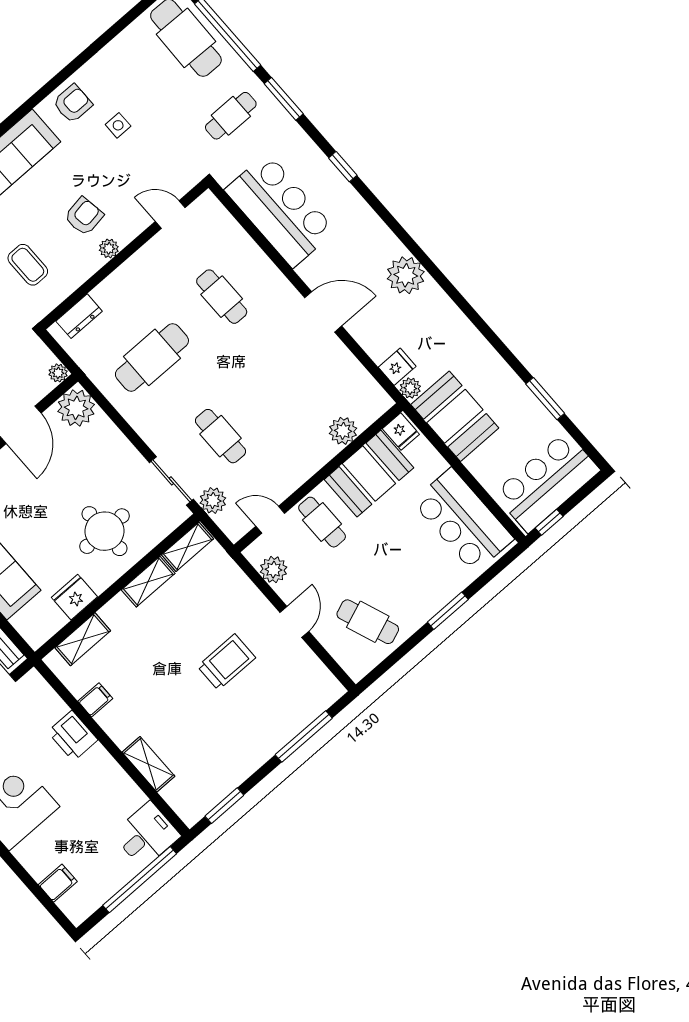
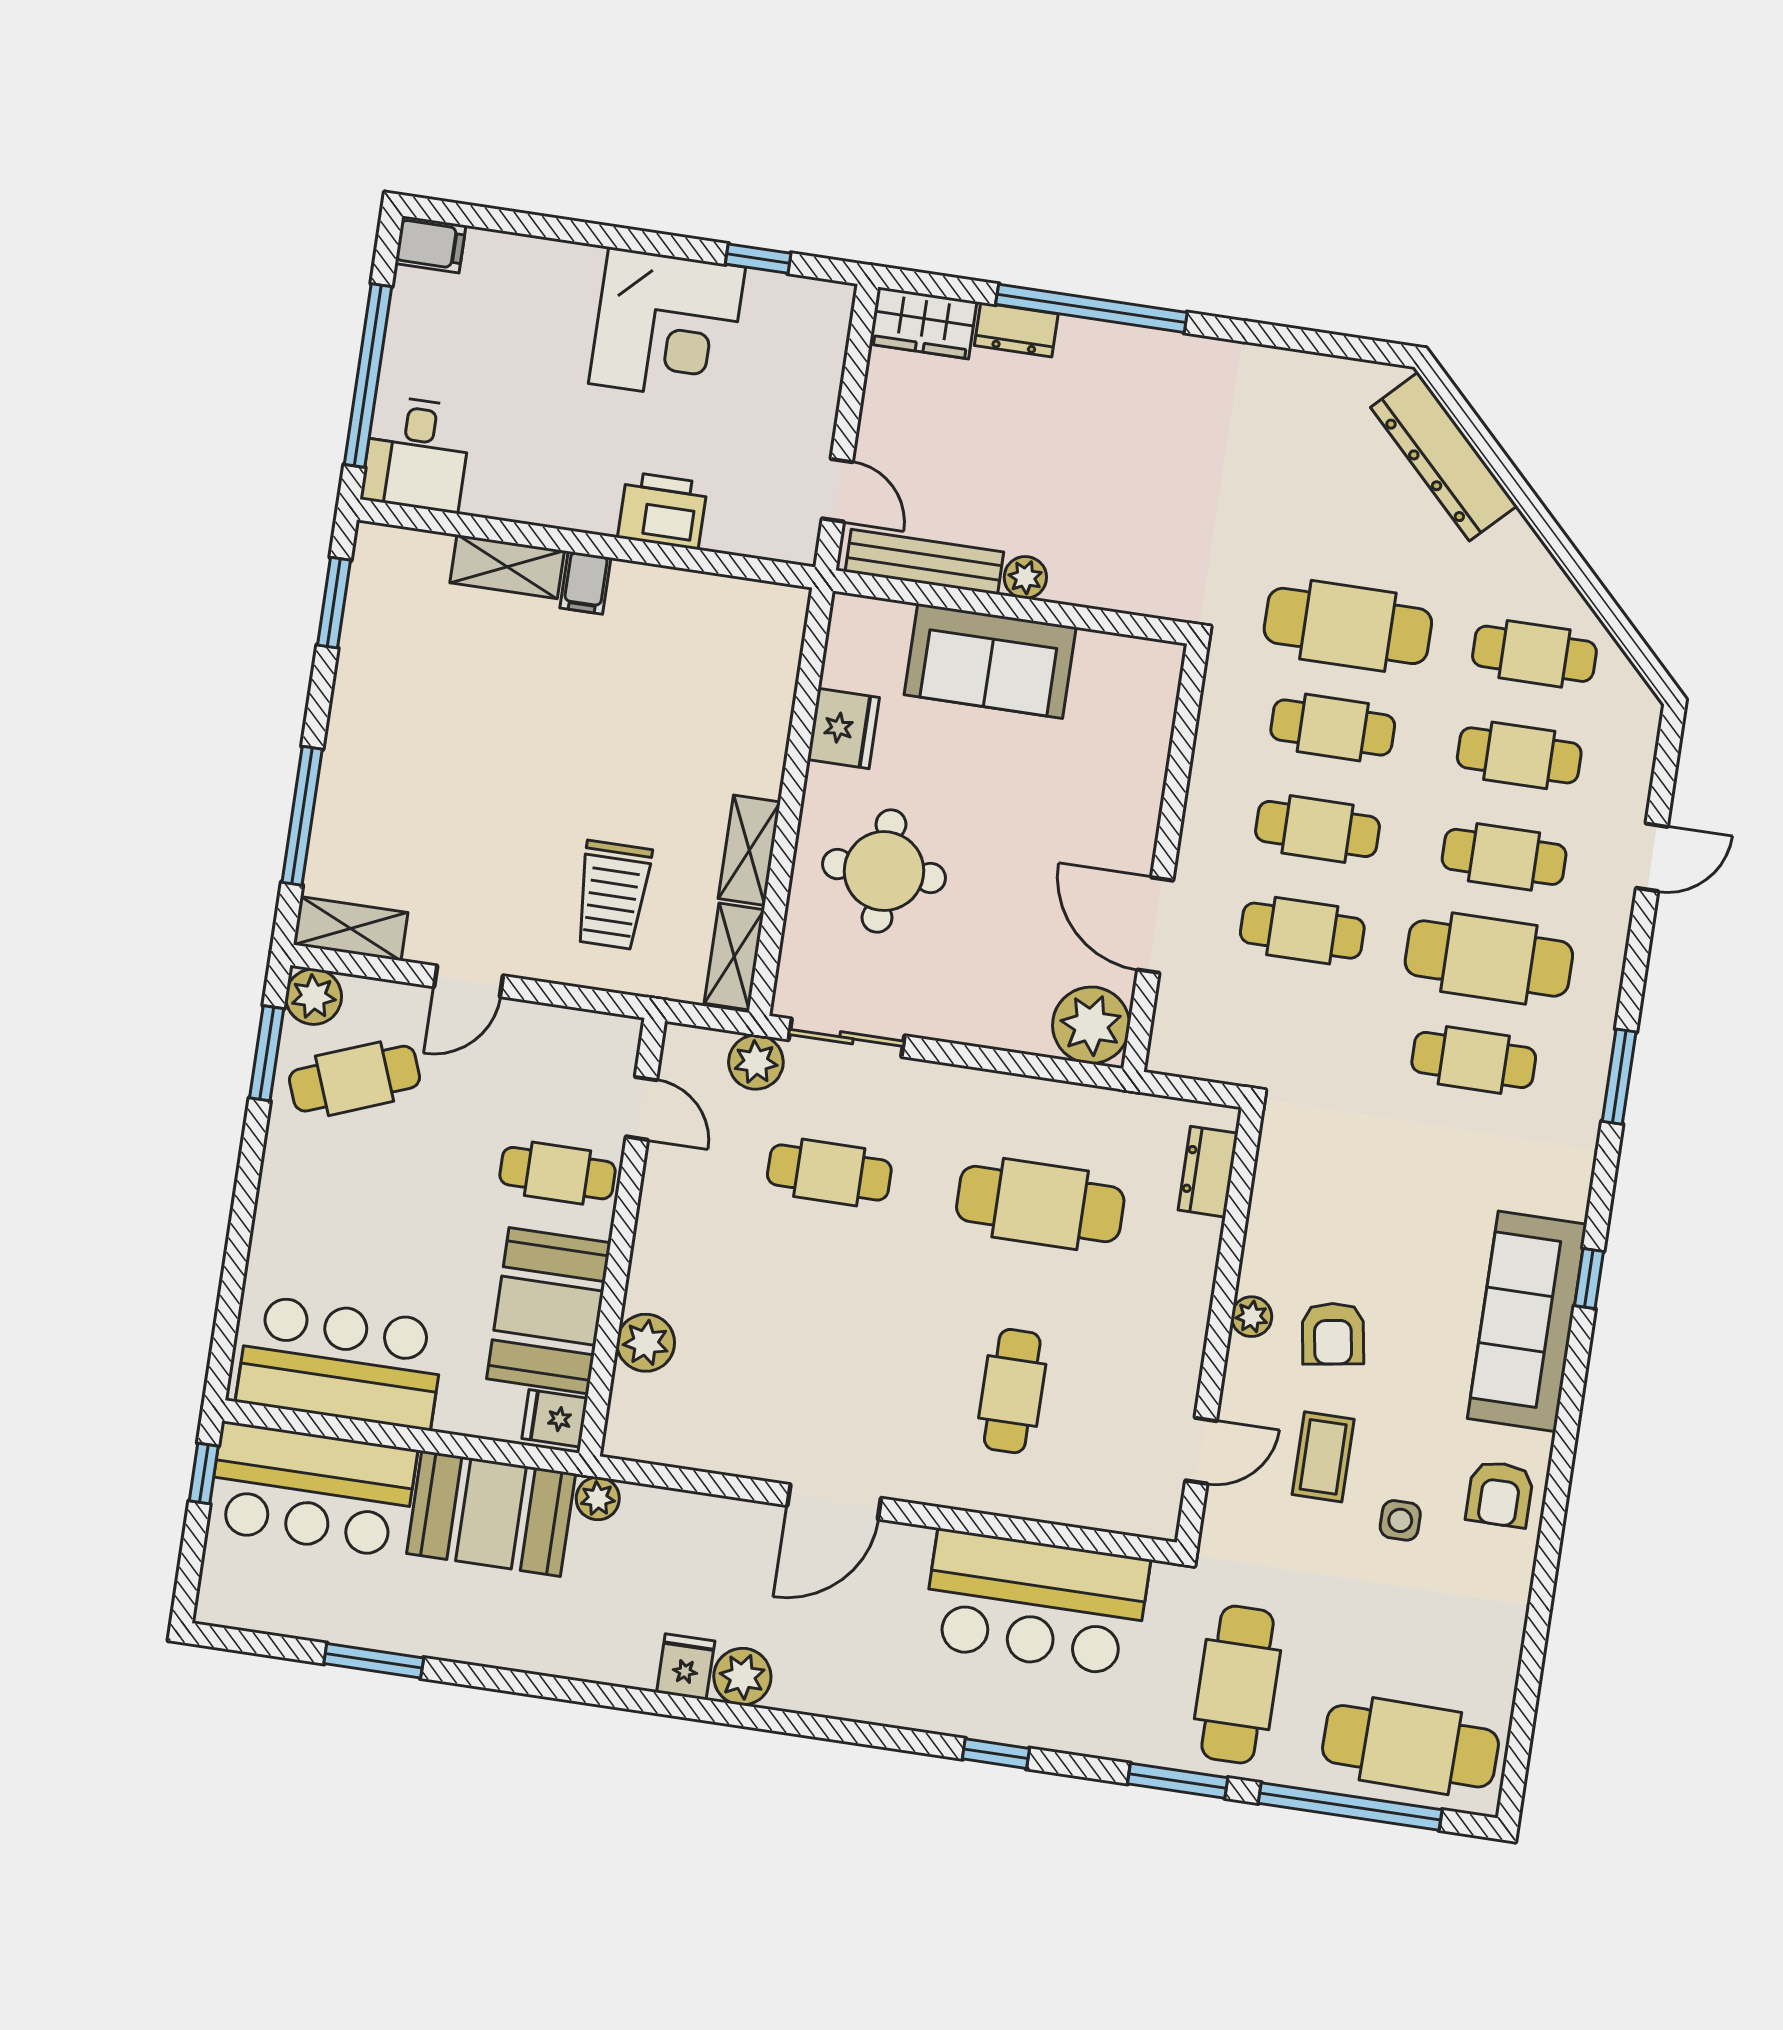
cafe table: (231, 116) -> (1238, 1685), width x1.37, depth x1.35
coffee table: (28, 265) -> (1323, 1457), moved, turned 90
plant: (406, 275) -> (742, 1677), width x0.73, depth x0.73
cafe table: (222, 297) -> (1012, 1391), turned 90
cafe table: (152, 357) -> (1040, 1204), turned 90
fridge: (397, 367) -> (686, 1667), moved, turned 180
plant: (58, 373) -> (1166, 1056), removed
bar counter: (547, 482) -> (312, 1490), moved, turned 90
door: (270, 520) -> (641, 1108), hinge flipped
plant: (274, 570) -> (314, 997), moved
window: (448, 611) -> (267, 1053), moved
door: (294, 622) -> (469, 981), hinge flipped
shelving: (83, 639) -> (351, 929), moved, turned 90
trolley: (226, 662) -> (613, 895), moved
filing cabinet: (95, 700) -> (585, 583), moved
filing cabinet: (58, 883) -> (430, 244), moved, turned -90

